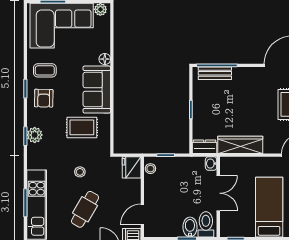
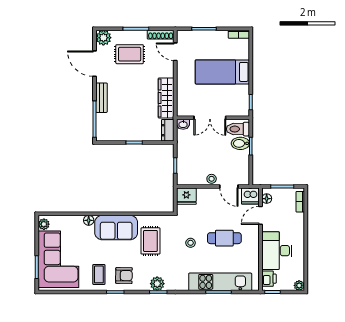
bench: (215, 73) -> (101, 98), moved
stool: (150, 169) -> (212, 179), moved
double door: (218, 193) -> (210, 118), swing flipped
cafe table: (85, 209) -> (224, 238), turned -30

